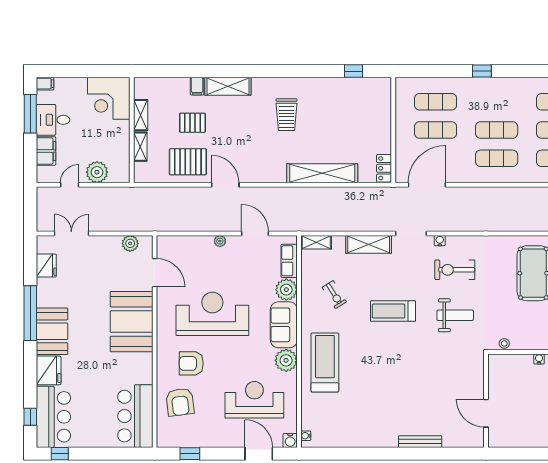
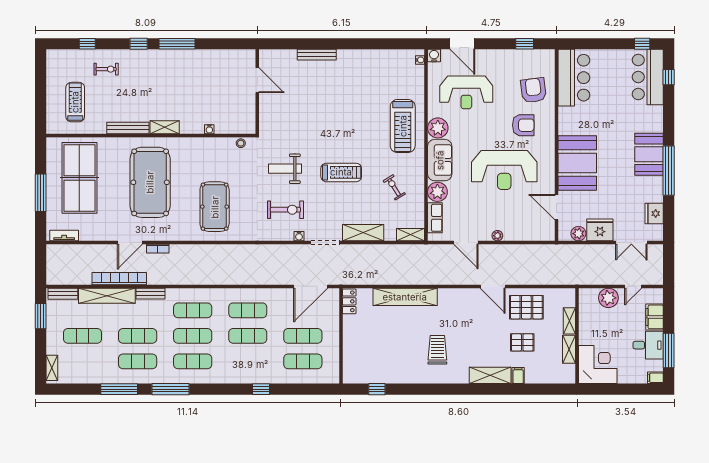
fridge: (49, 370) -> (600, 230), moved, turned 90

